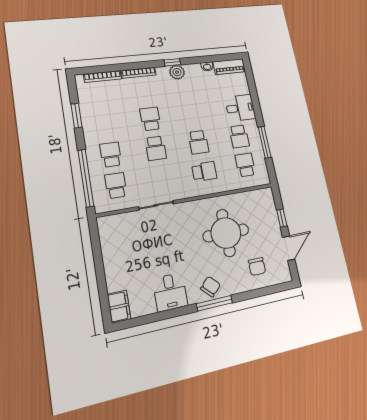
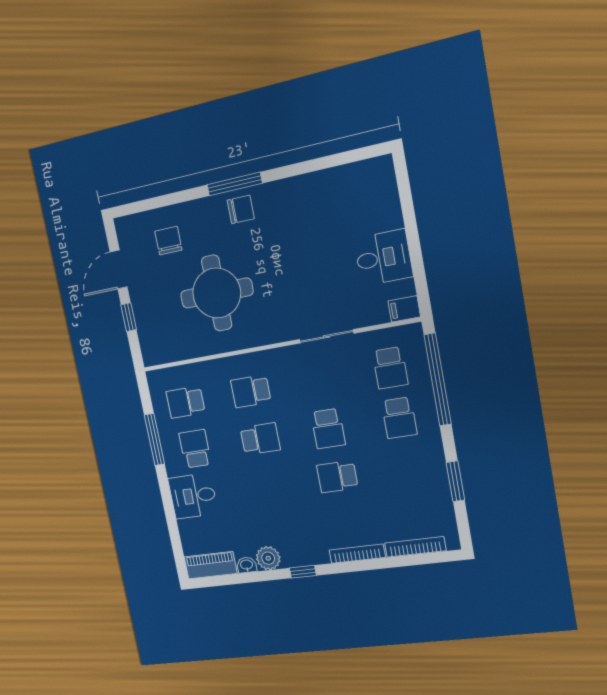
plant: (177, 72) -> (268, 558), moved
school desk: (150, 119) -> (337, 477), turned 90
school desk: (198, 142) -> (260, 439), turned 90
school desk: (156, 148) -> (328, 429), turned 180
school desk: (245, 165) -> (185, 402), turned 90
chair: (211, 287) -> (241, 209), turned -135
desk: (170, 292) -> (383, 258), moved, turned 90
filing cabinet: (119, 307) -> (404, 309), moved, width x0.50

